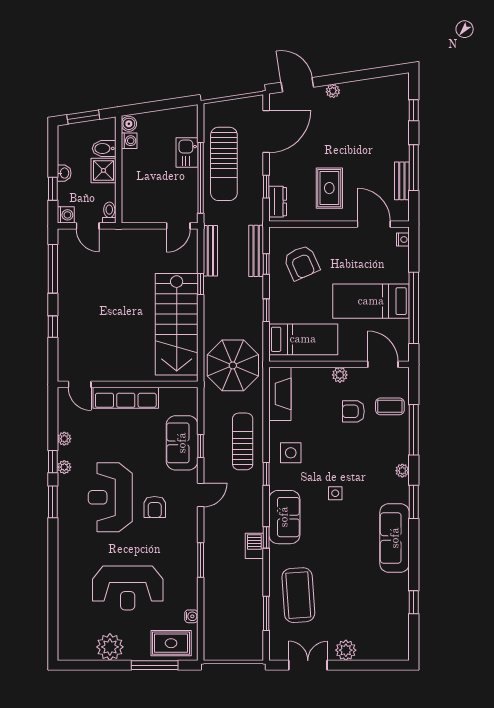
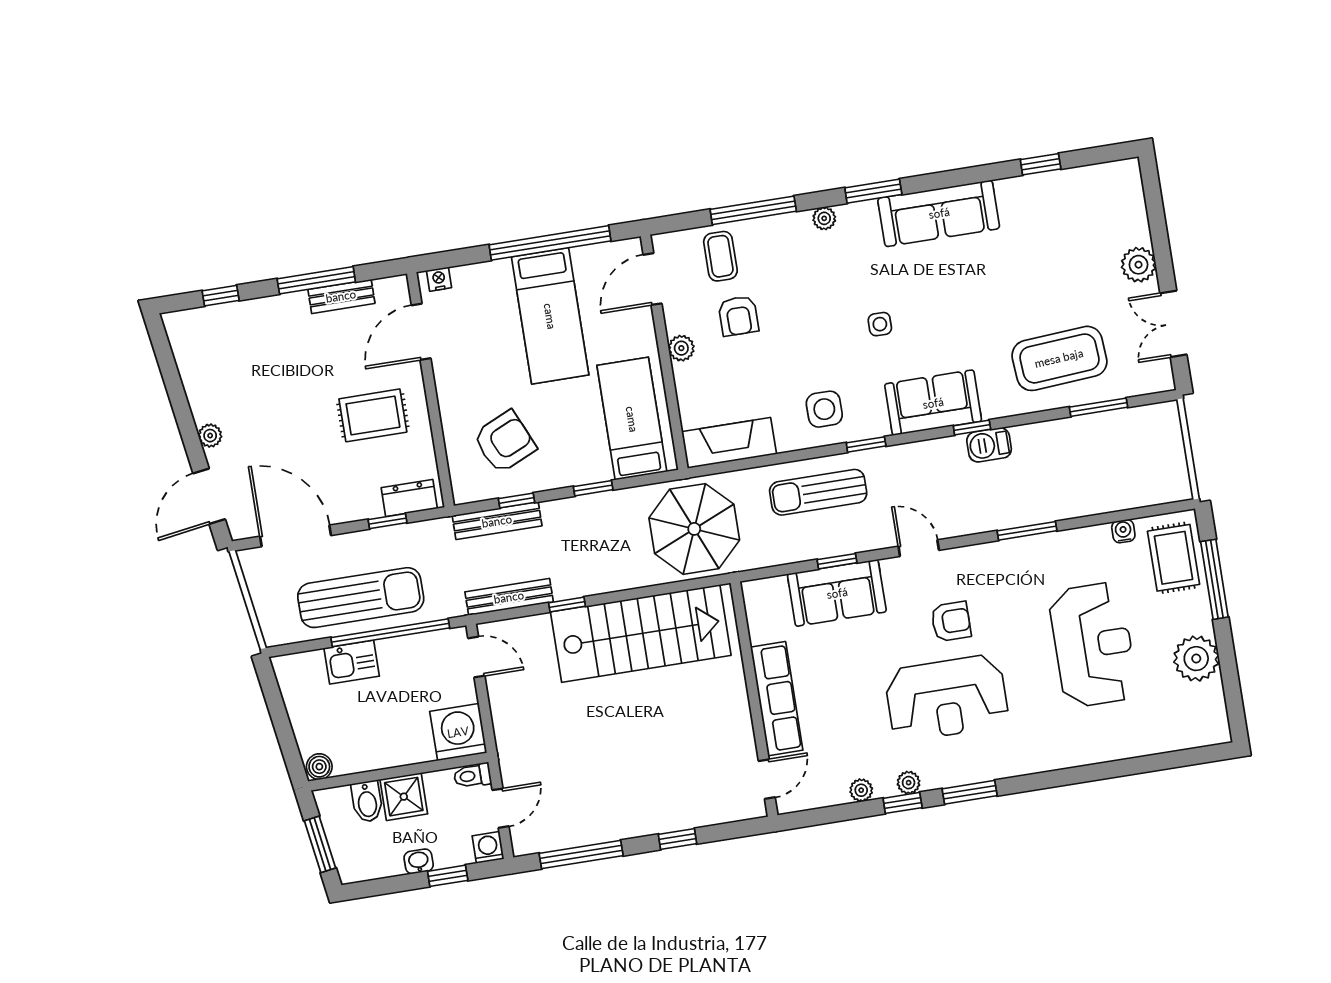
washing machine: (129, 141) -> (458, 732), moved, width x1.89, depth x1.89

